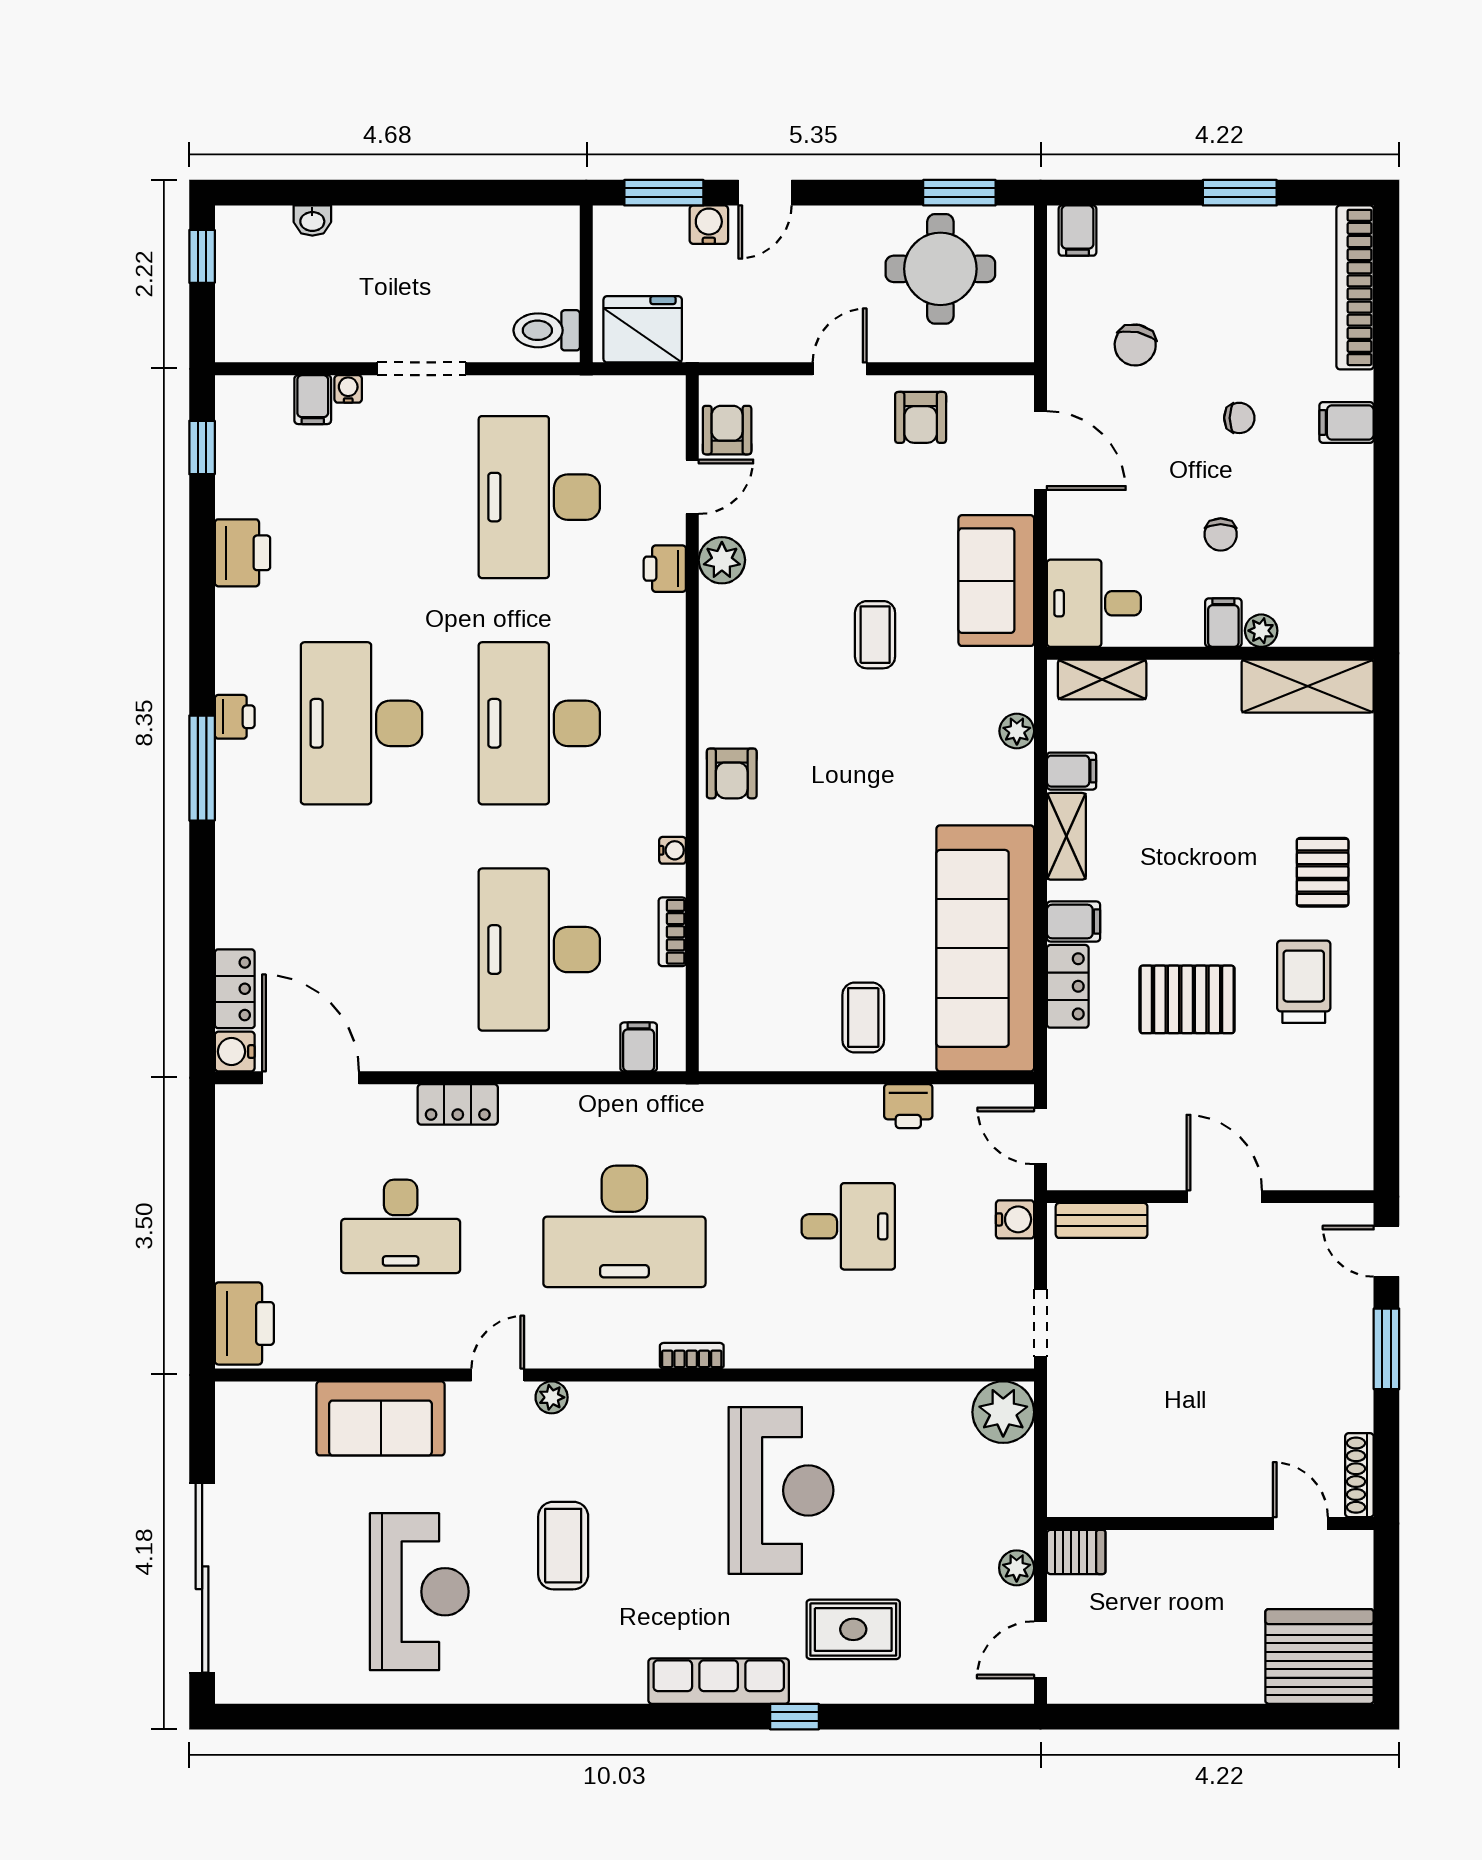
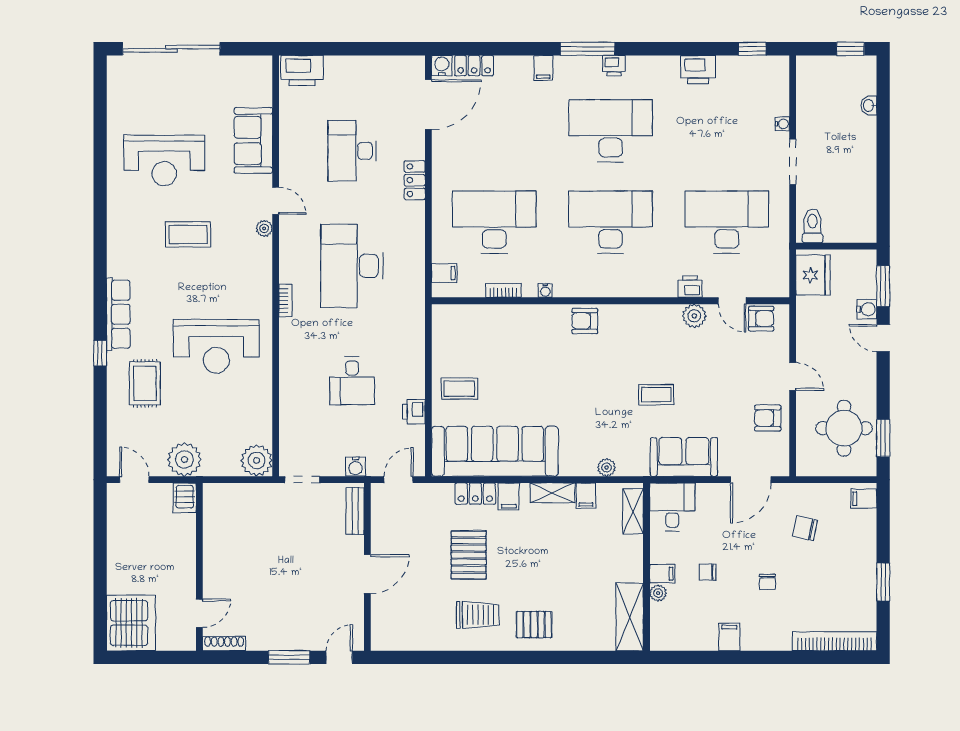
filing cabinet: (313, 400) -> (543, 68), moved, turned -90
filing cabinet: (1347, 422) -> (729, 637), moved
plant: (1017, 1568) -> (184, 459), width x1.87, depth x1.87

